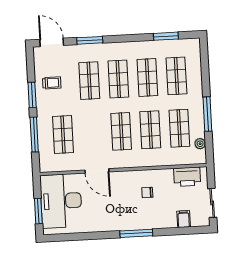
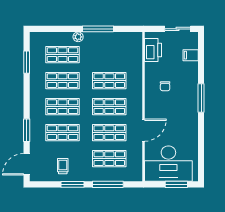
shop shelf: (179, 128) -> (109, 133), moved
plant: (200, 144) -> (78, 37), moved

